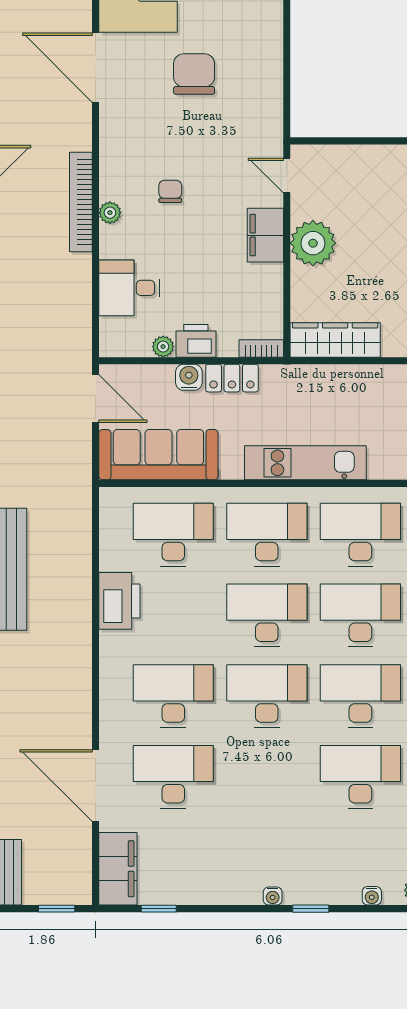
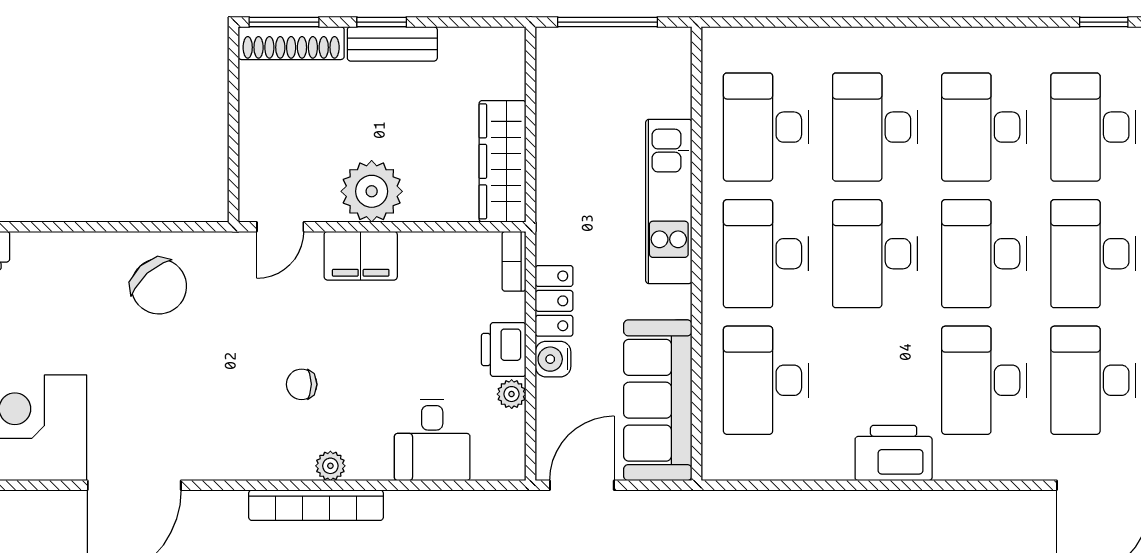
chair: (194, 74) -> (159, 286), moved, turned -132
printer: (119, 601) -> (894, 453), moved
desk: (267, 777) -> (1093, 254), added

